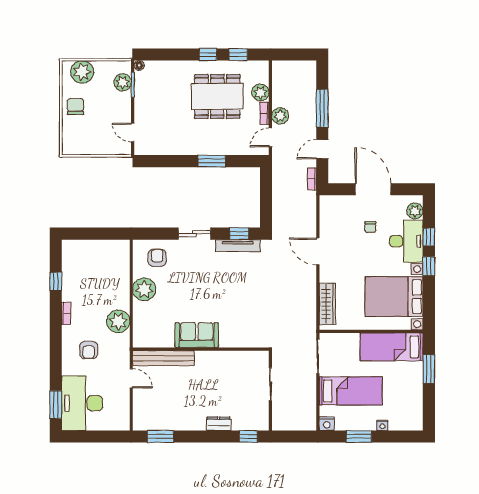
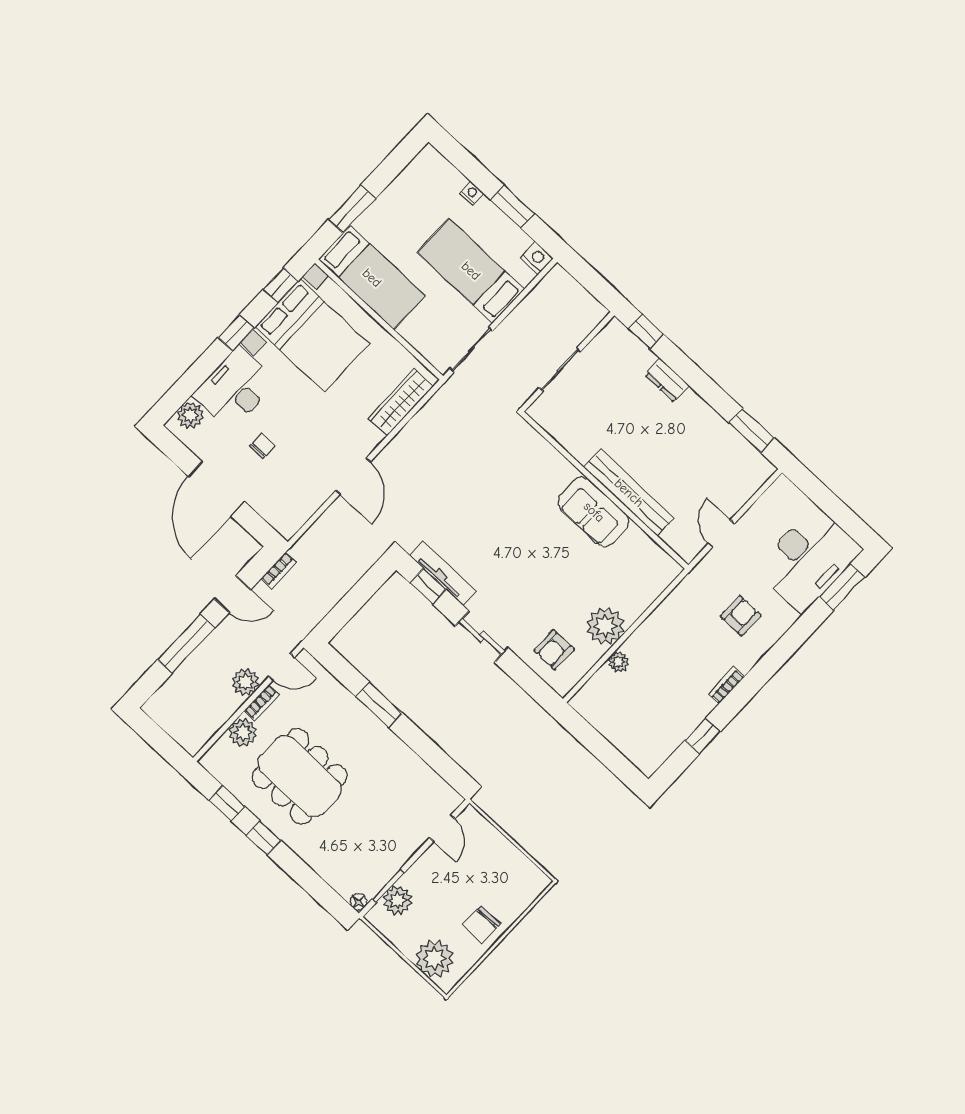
window: (429, 237) -> (281, 285), moved
plant: (118, 321) -> (618, 662), moved, width x0.53, depth x0.53
bench: (163, 358) -> (629, 493), moved

